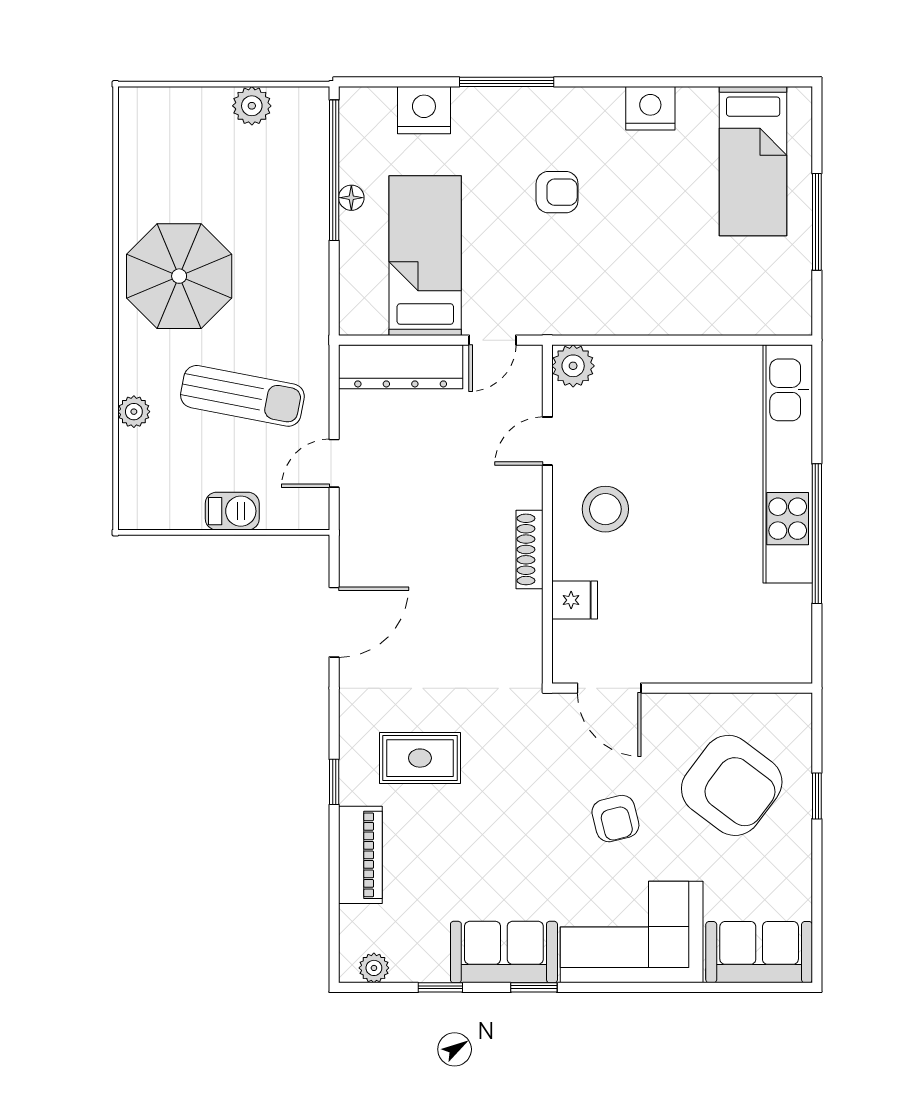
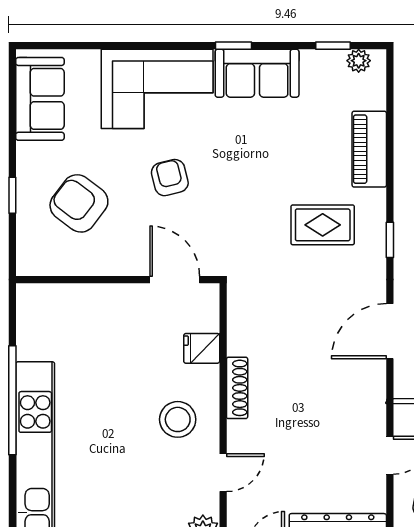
window: (334, 782) -> (390, 240), moved
armchair: (732, 785) -> (79, 203), width x0.73, depth x0.73
sofa: (759, 952) -> (40, 99), moved, turned -90
window: (440, 987) -> (333, 46), moved

